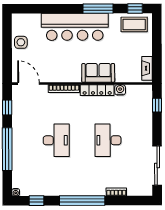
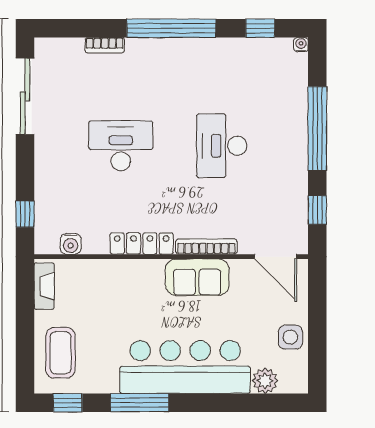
plant: (34, 20) -> (265, 381), added
coffee table: (134, 24) -> (61, 353), moved, turned 90
sofa: (98, 73) -> (197, 277), moved
water cooler: (120, 90) -> (71, 244), moved
desk: (108, 140) -> (121, 146), turned -90

